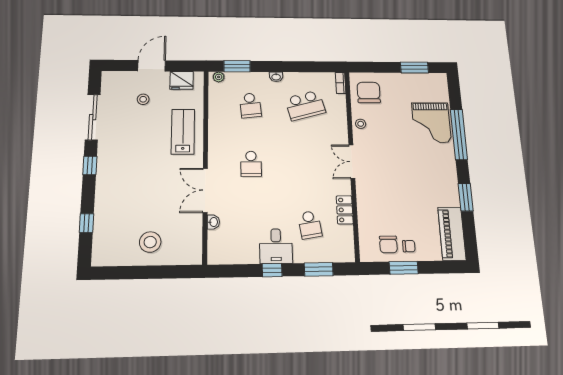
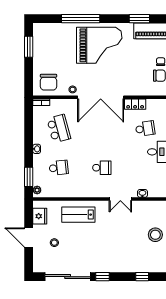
chair: (369, 92) -> (49, 82), turned -90
sliding door: (93, 117) -> (68, 277), width x1.36
grand piano: (431, 123) -> (99, 45), moved, width x1.37, depth x1.48
double door: (352, 162) -> (101, 97), width x1.87
double door: (205, 190) -> (120, 199), width x0.73
window: (466, 197) -> (139, 19), moved

